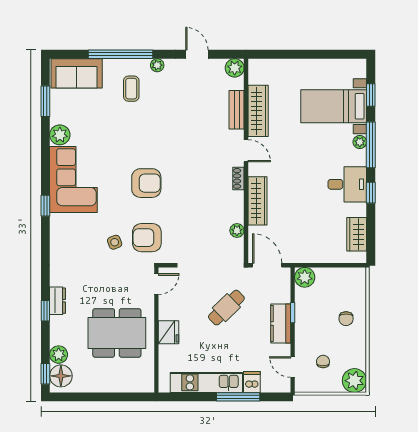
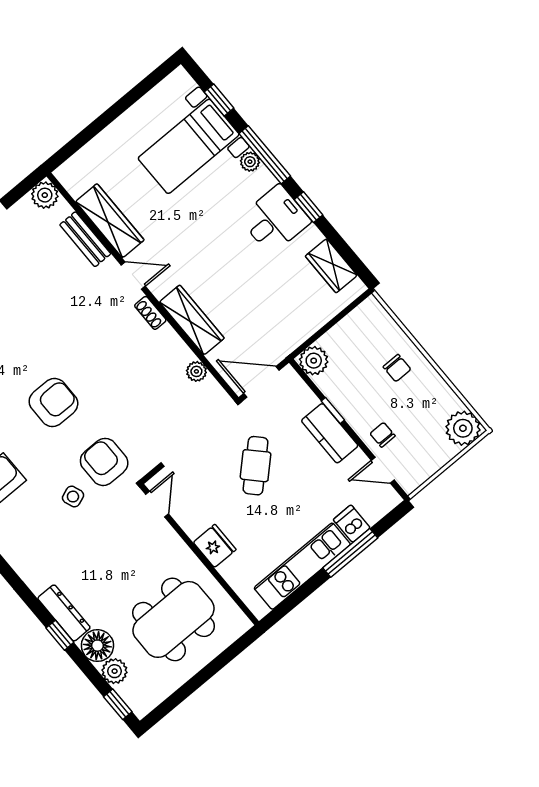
armchair: (147, 238) -> (104, 462), turned 90
dresser: (58, 301) -> (64, 613), width x1.44
dining table: (117, 333) -> (174, 619), moved
chair: (323, 362) -> (383, 435), moved
floor lamp: (61, 376) -> (97, 646), moved

